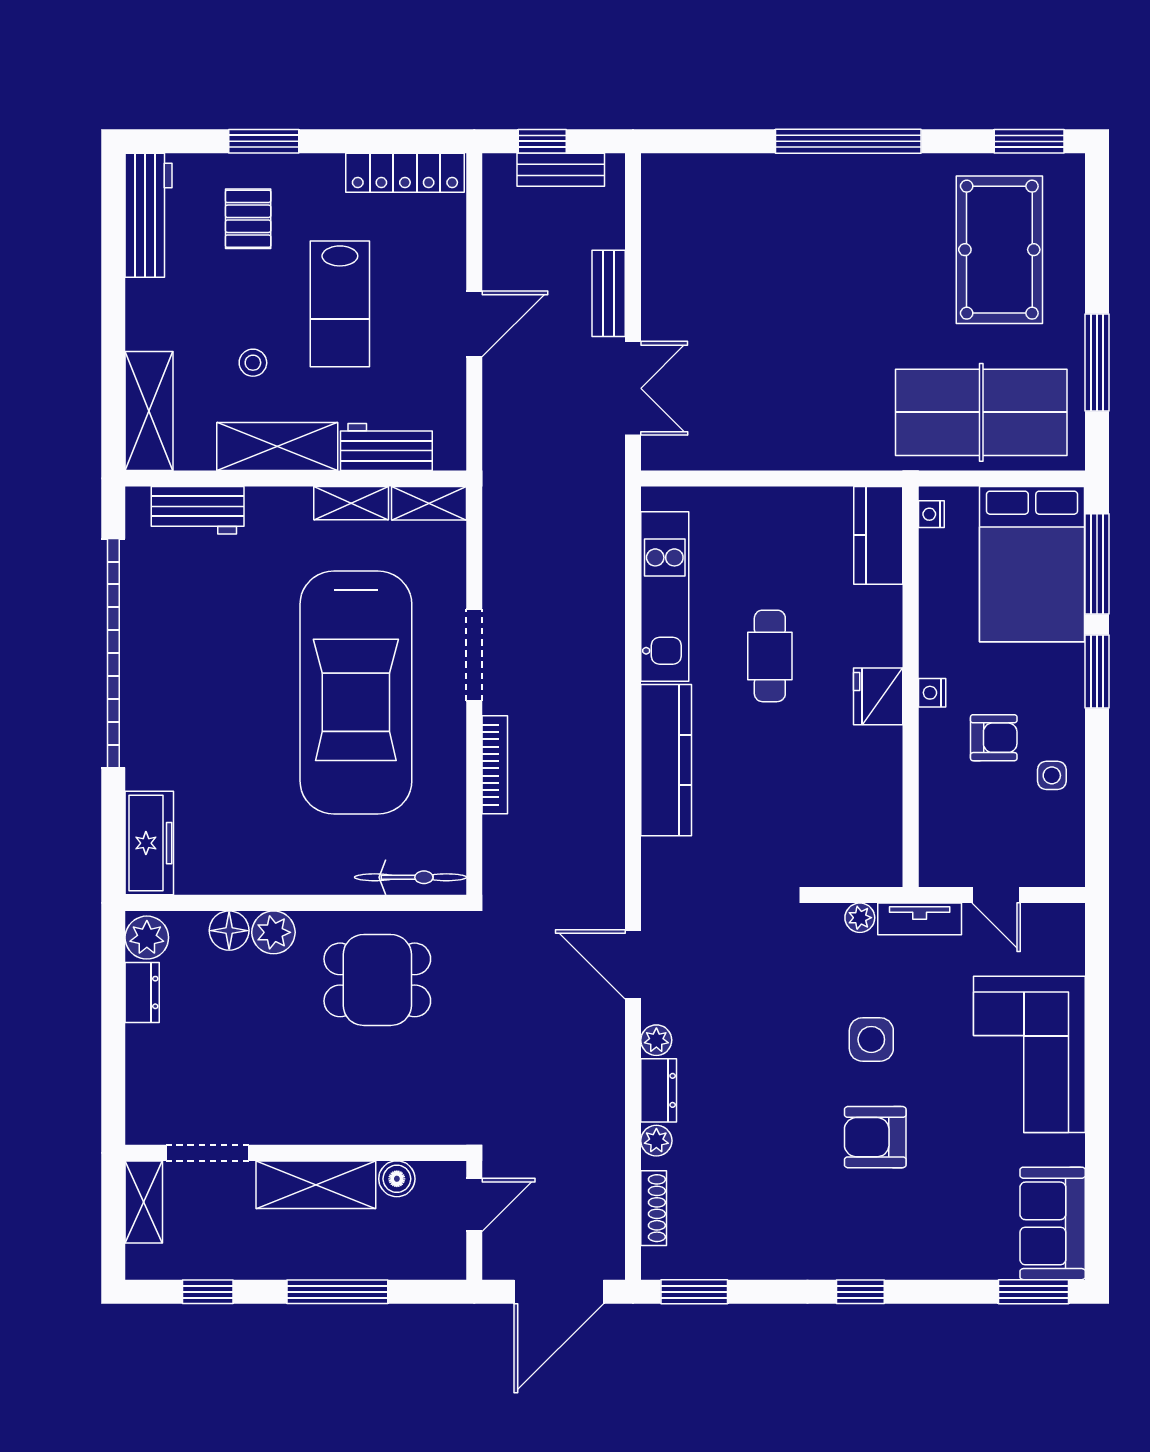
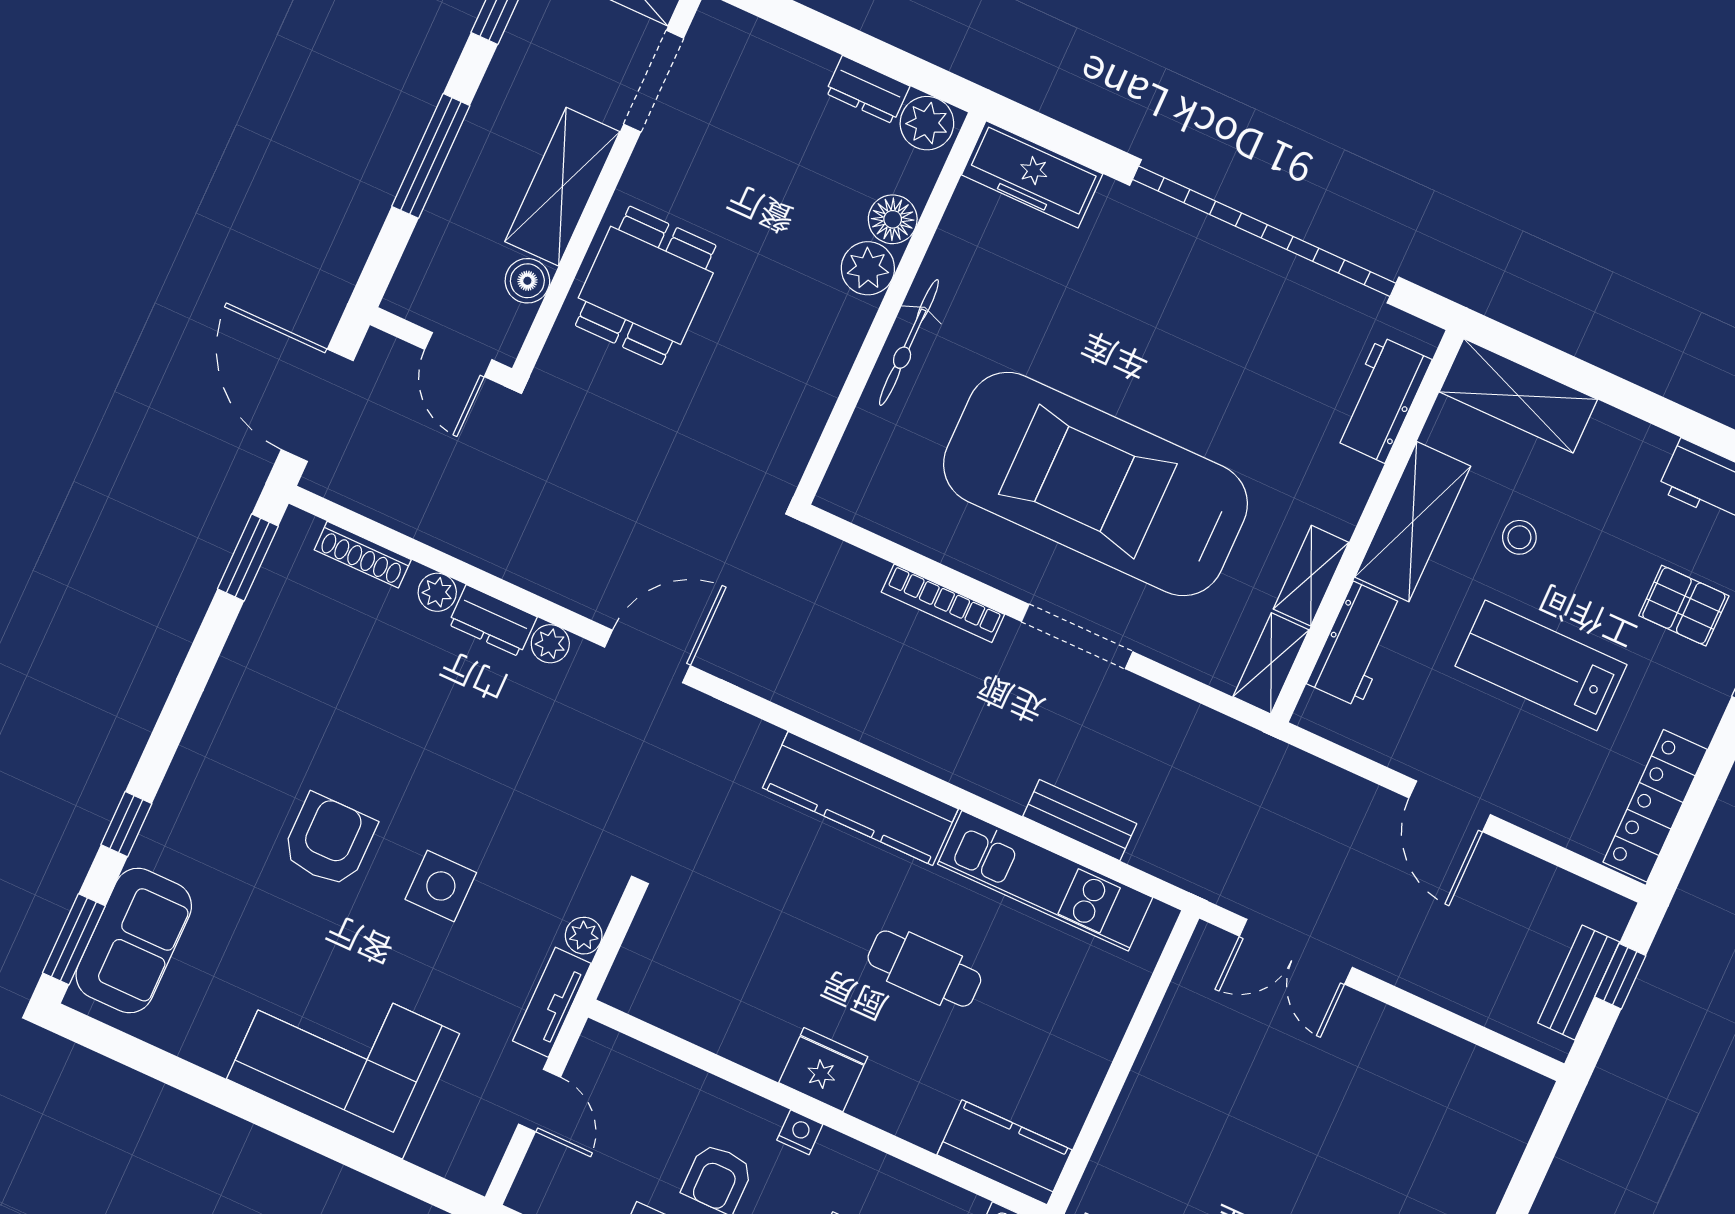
bench: (609, 293) -> (1080, 820), moved
bicycle: (411, 877) -> (909, 343), moved
door: (996, 895) -> (539, 1101), swing flipped
dining table: (377, 980) -> (646, 285), moved
sofa: (1053, 1223) -> (134, 941), moved, turned 90
window: (860, 1292) -> (126, 824), moved

